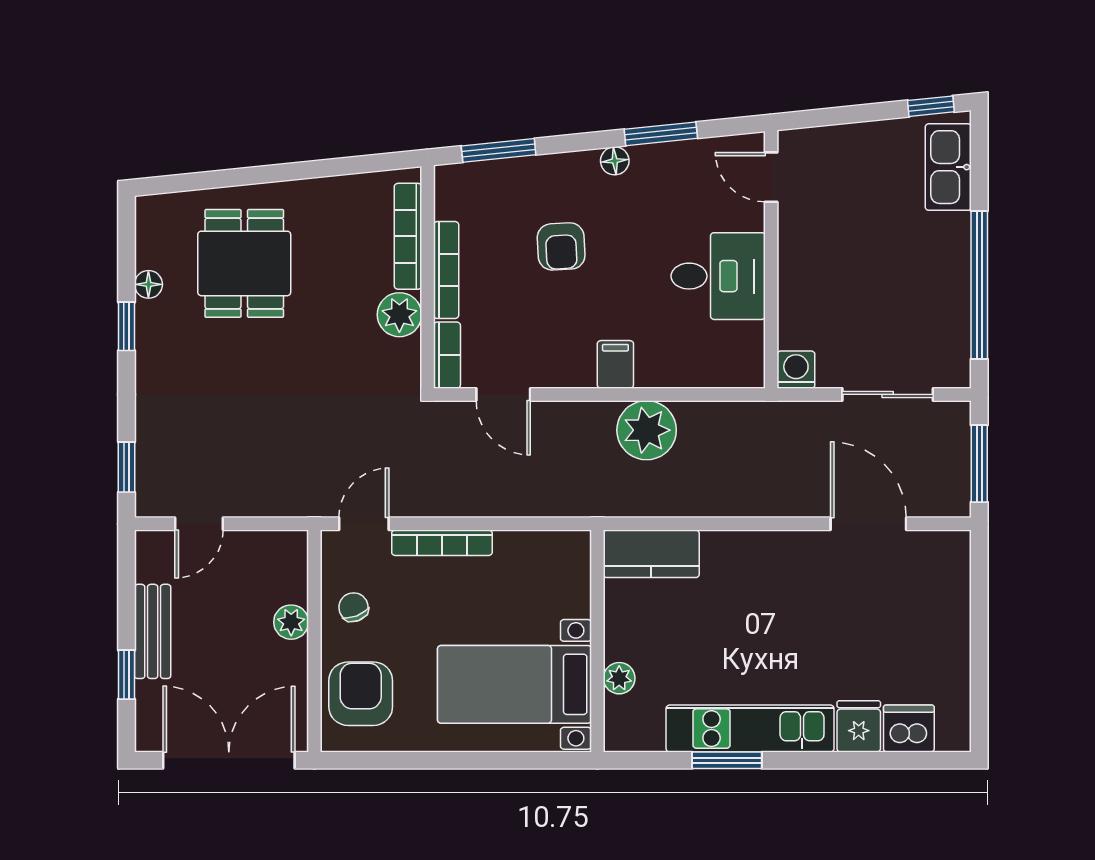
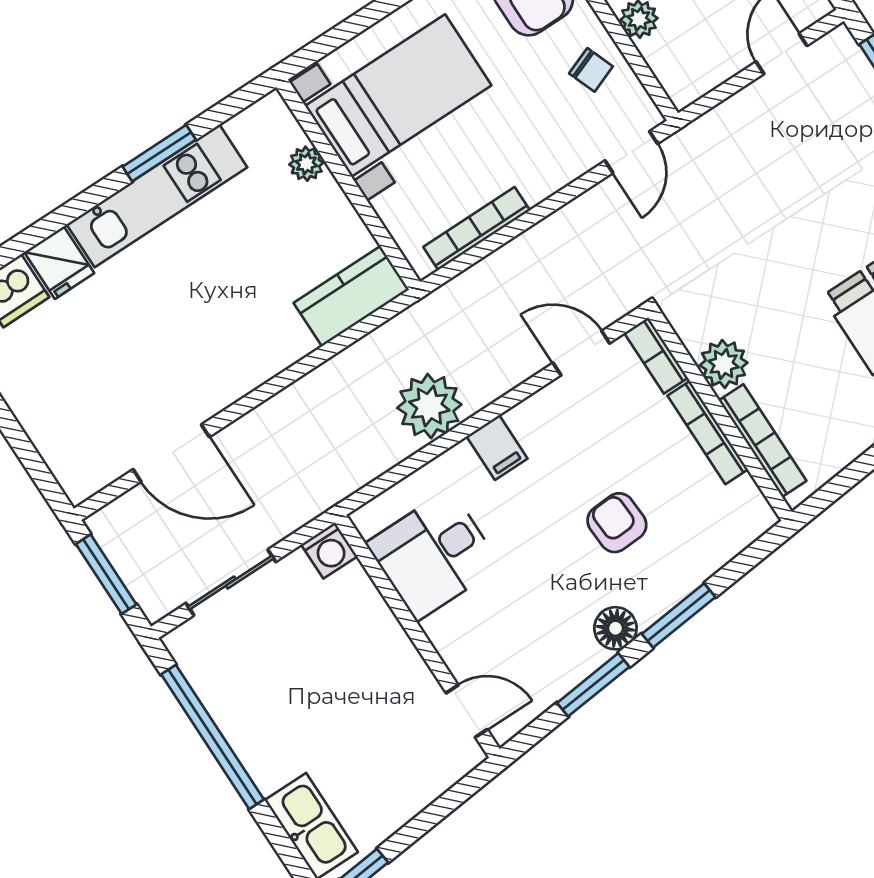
window: (499, 150) -> (679, 616), moved
floor lamp: (615, 161) -> (615, 628), width x1.37, depth x1.37
desk: (718, 276) -> (433, 555), moved
bookcase: (442, 543) -> (477, 229), moved

